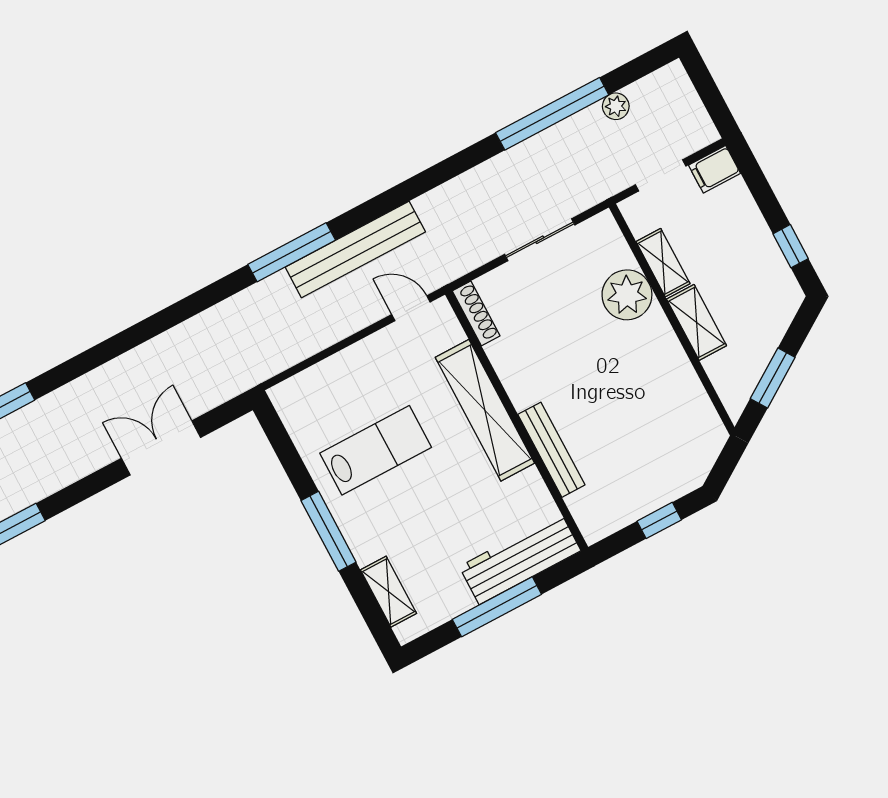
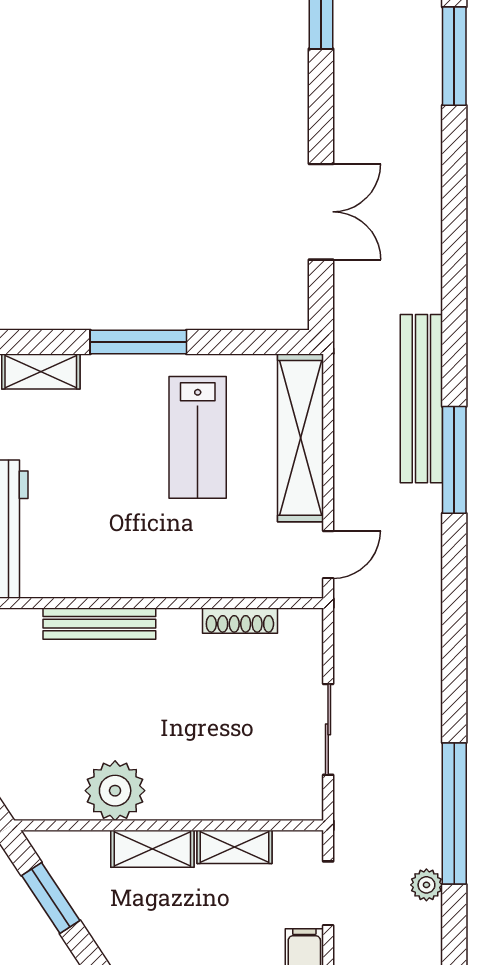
bench: (355, 250) -> (421, 399), moved
plant: (627, 295) -> (115, 791), moved
shoe rack: (476, 313) -> (240, 621), moved
shelving: (485, 410) -> (300, 438), moved, turned 90

